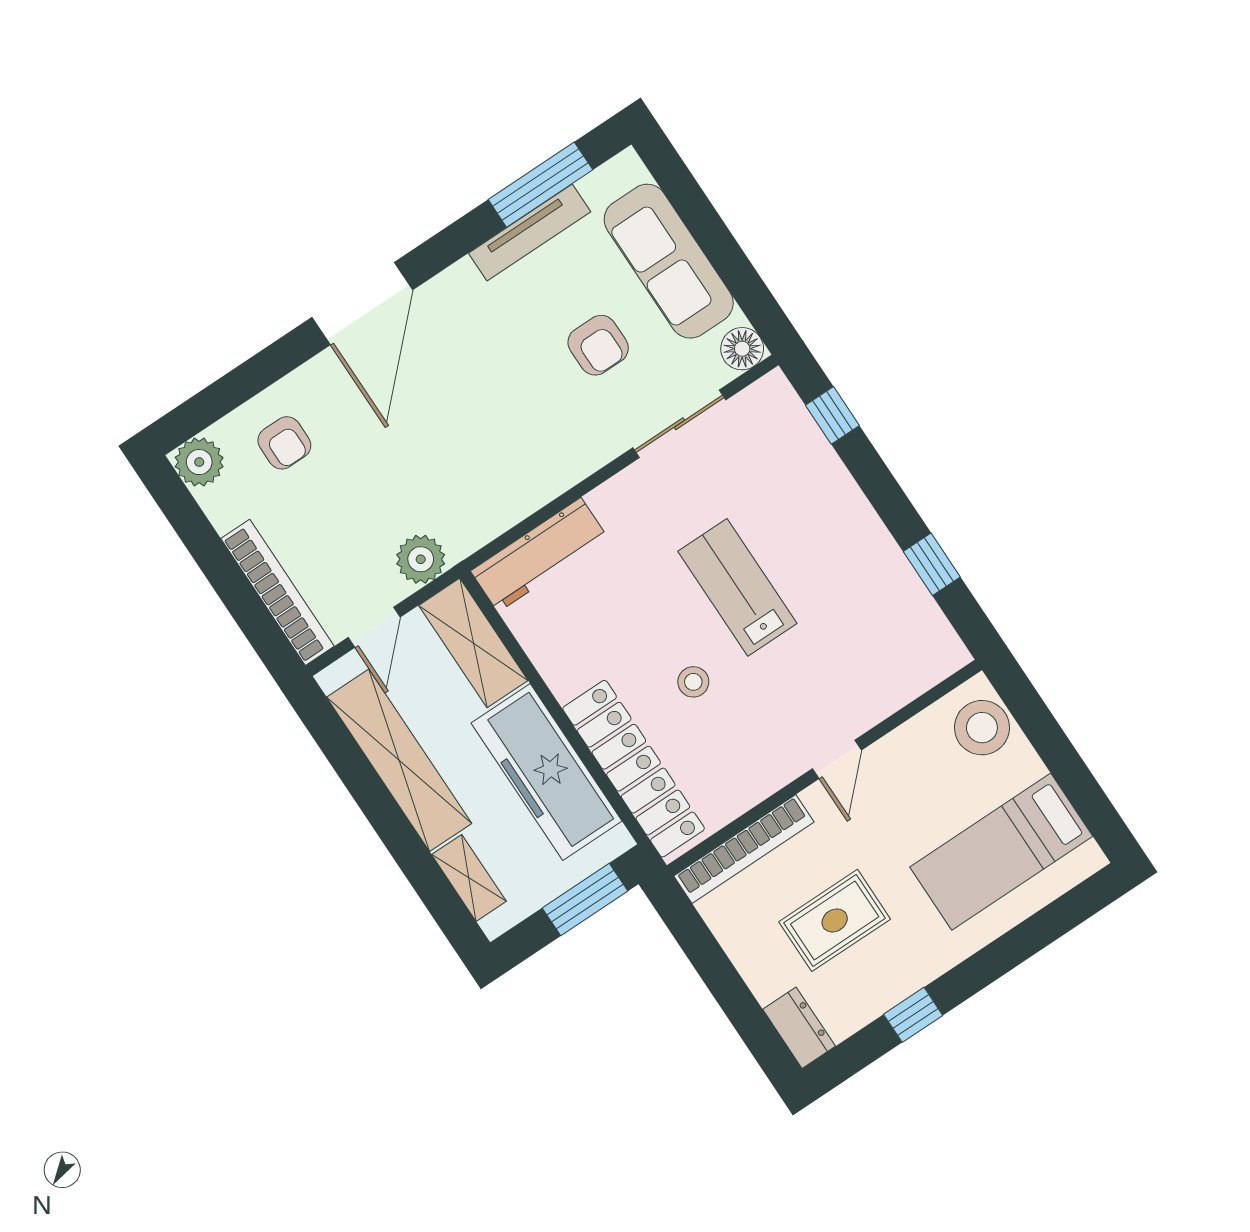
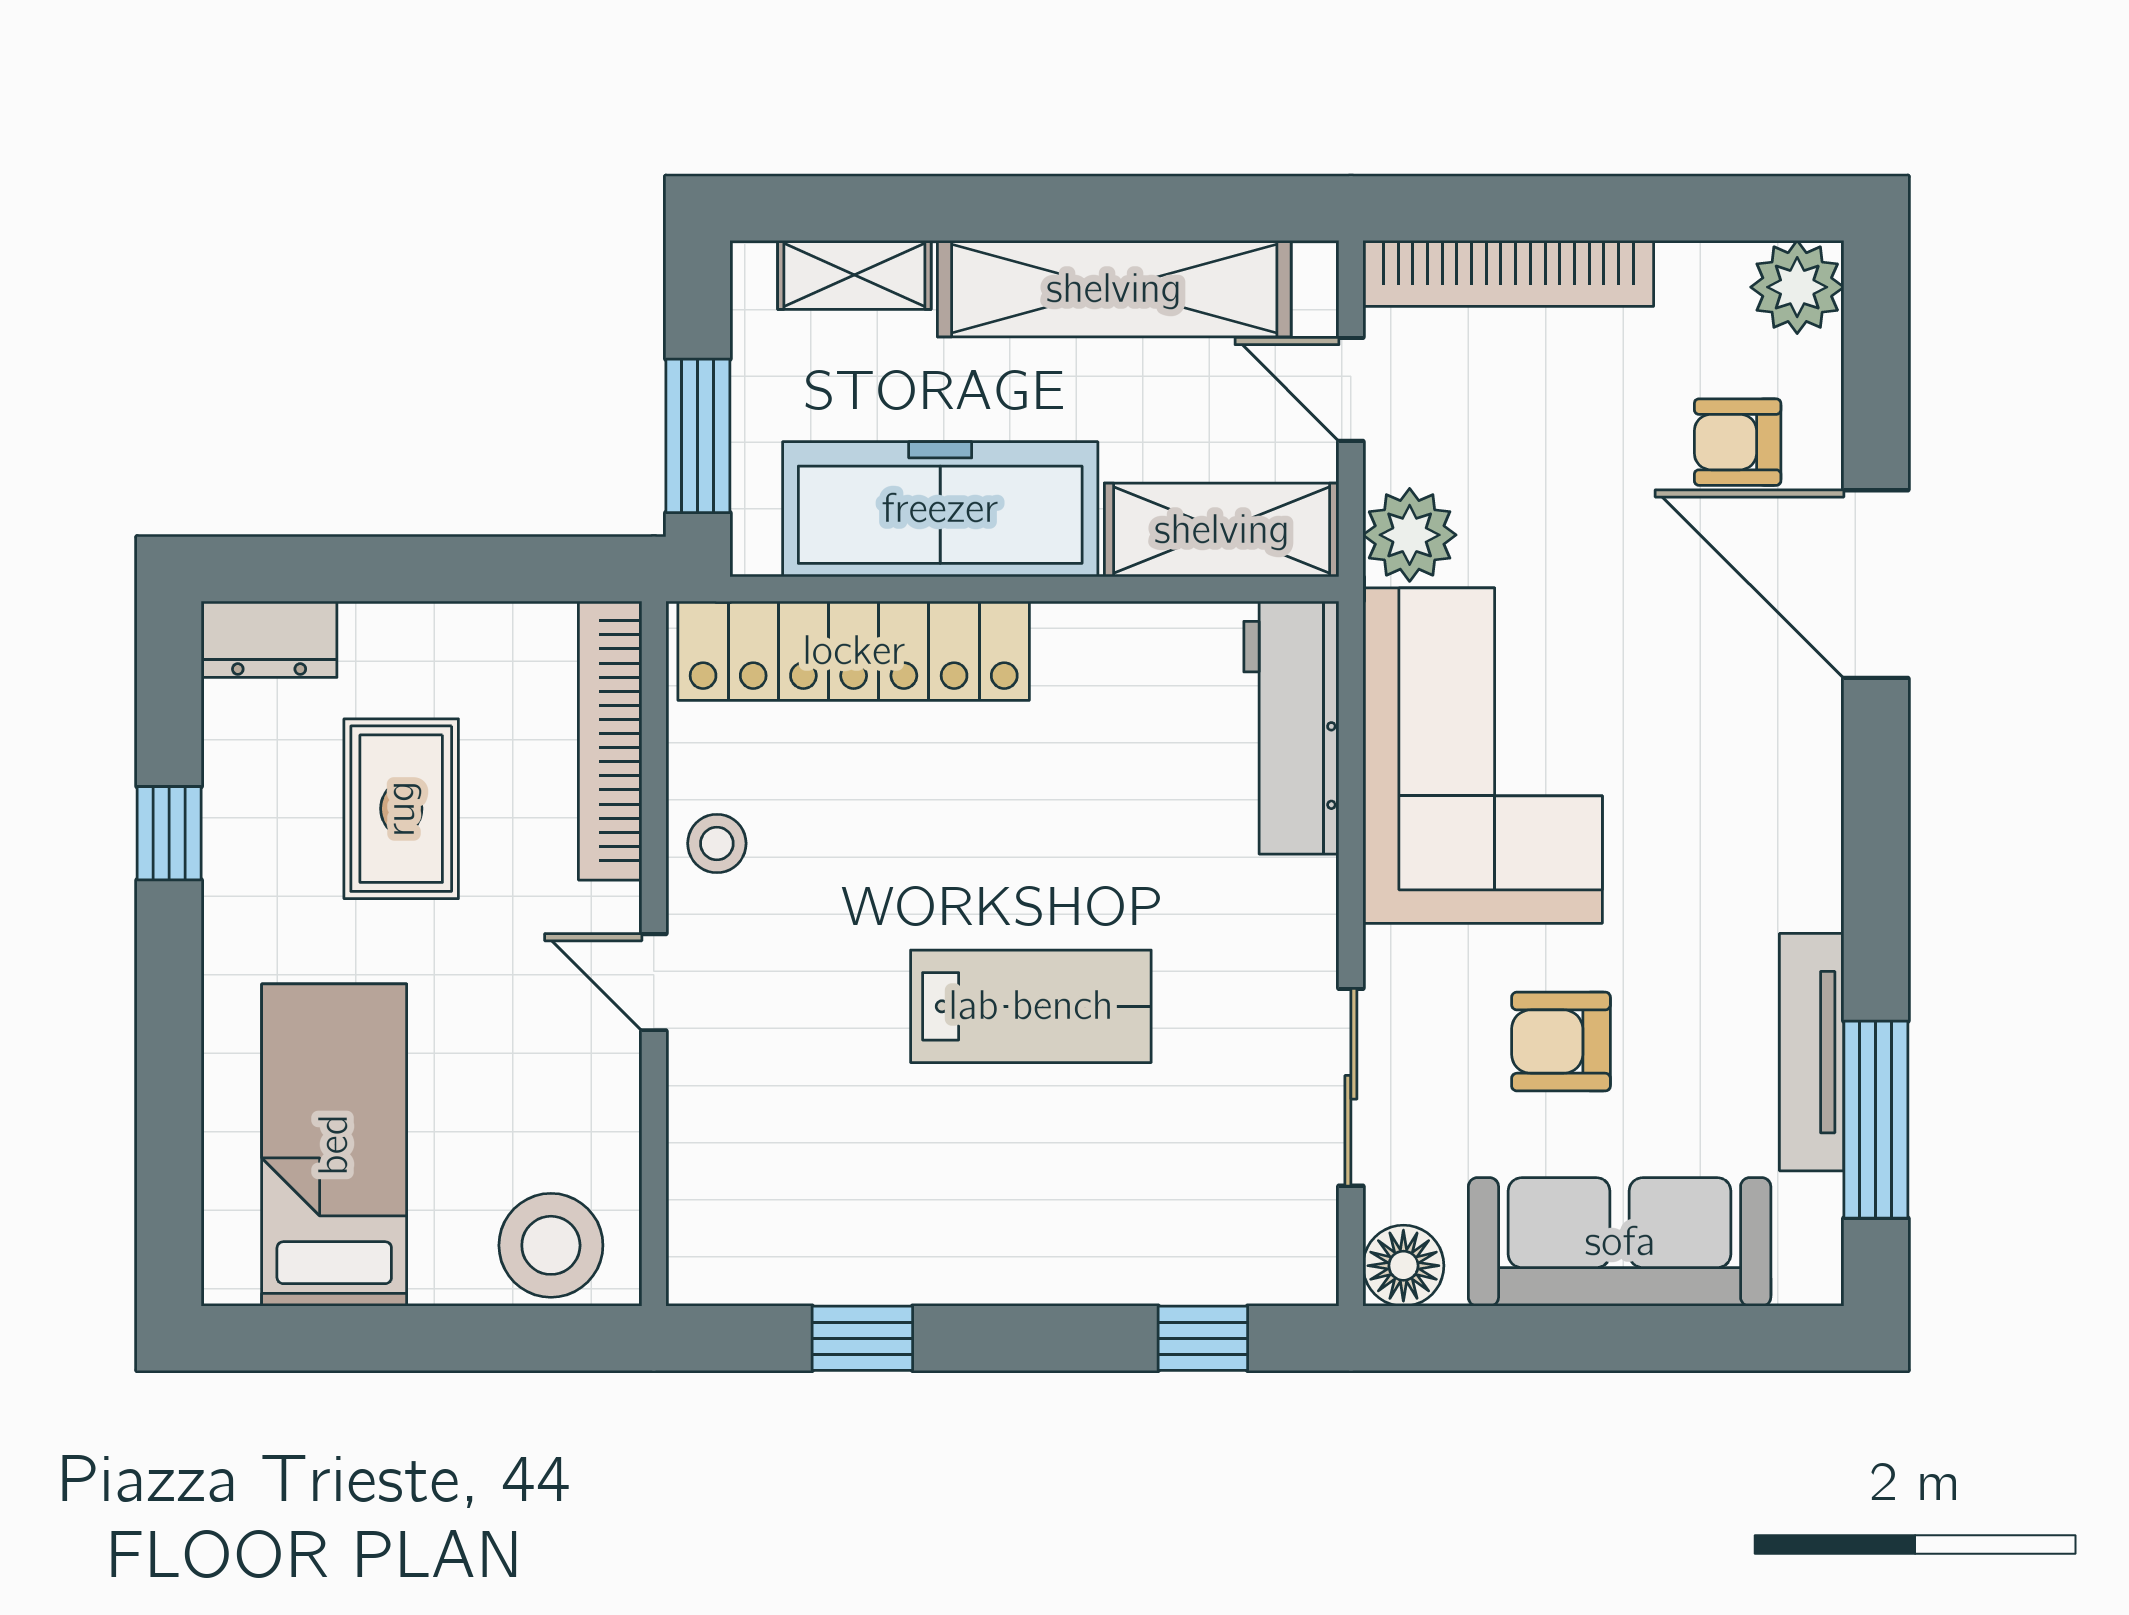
door: (362, 304) -> (1876, 584), moved
corner sofa: (496, 463) -> (1483, 756), added
stool: (693, 682) -> (717, 843), moved

